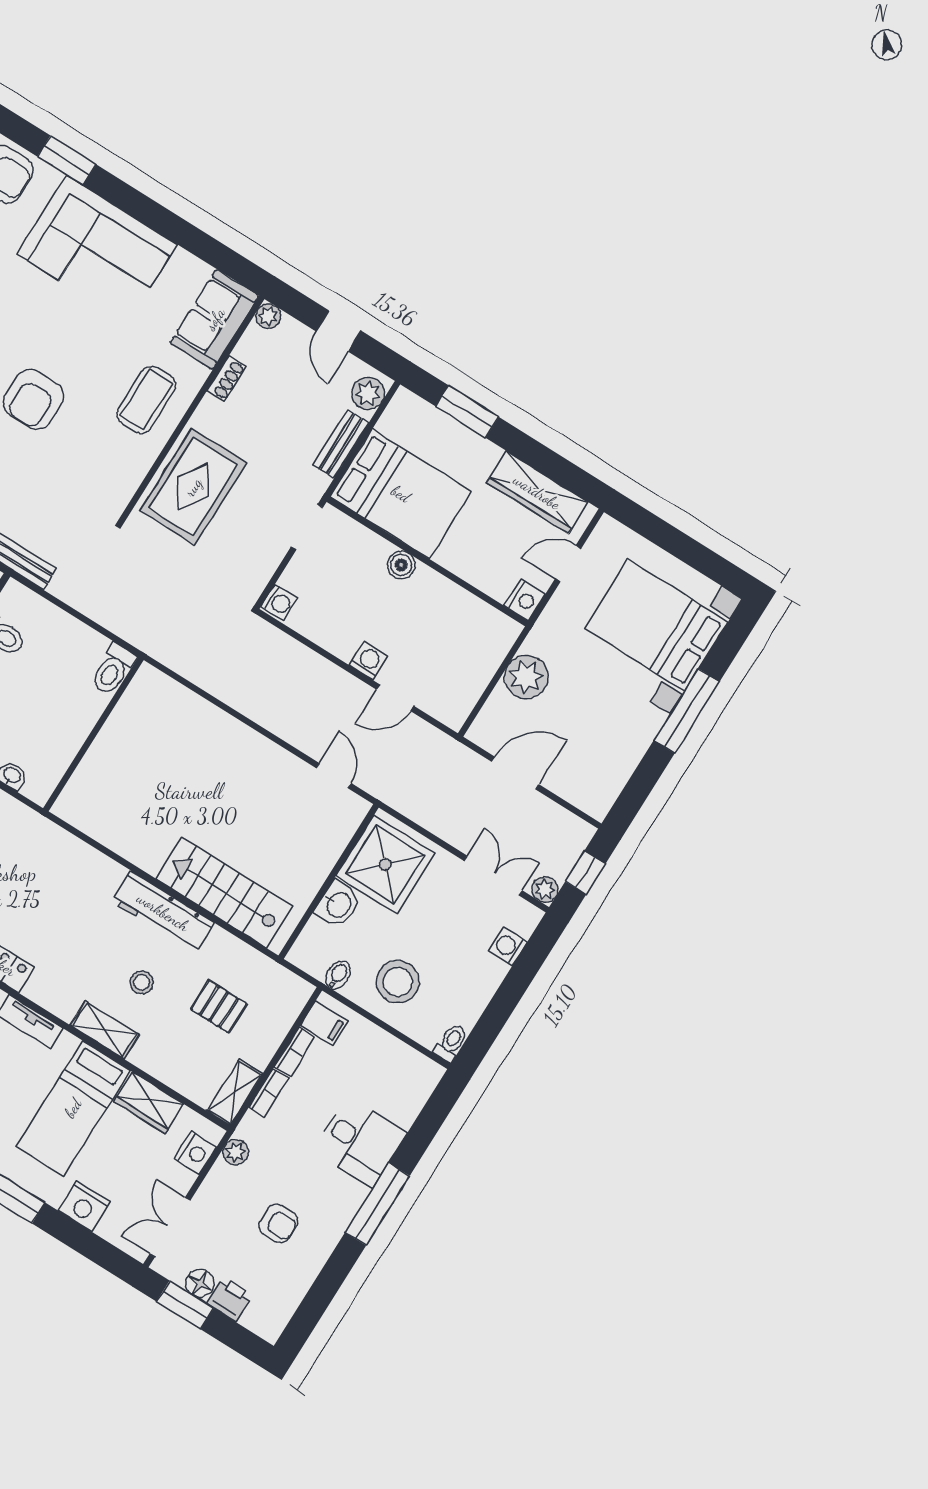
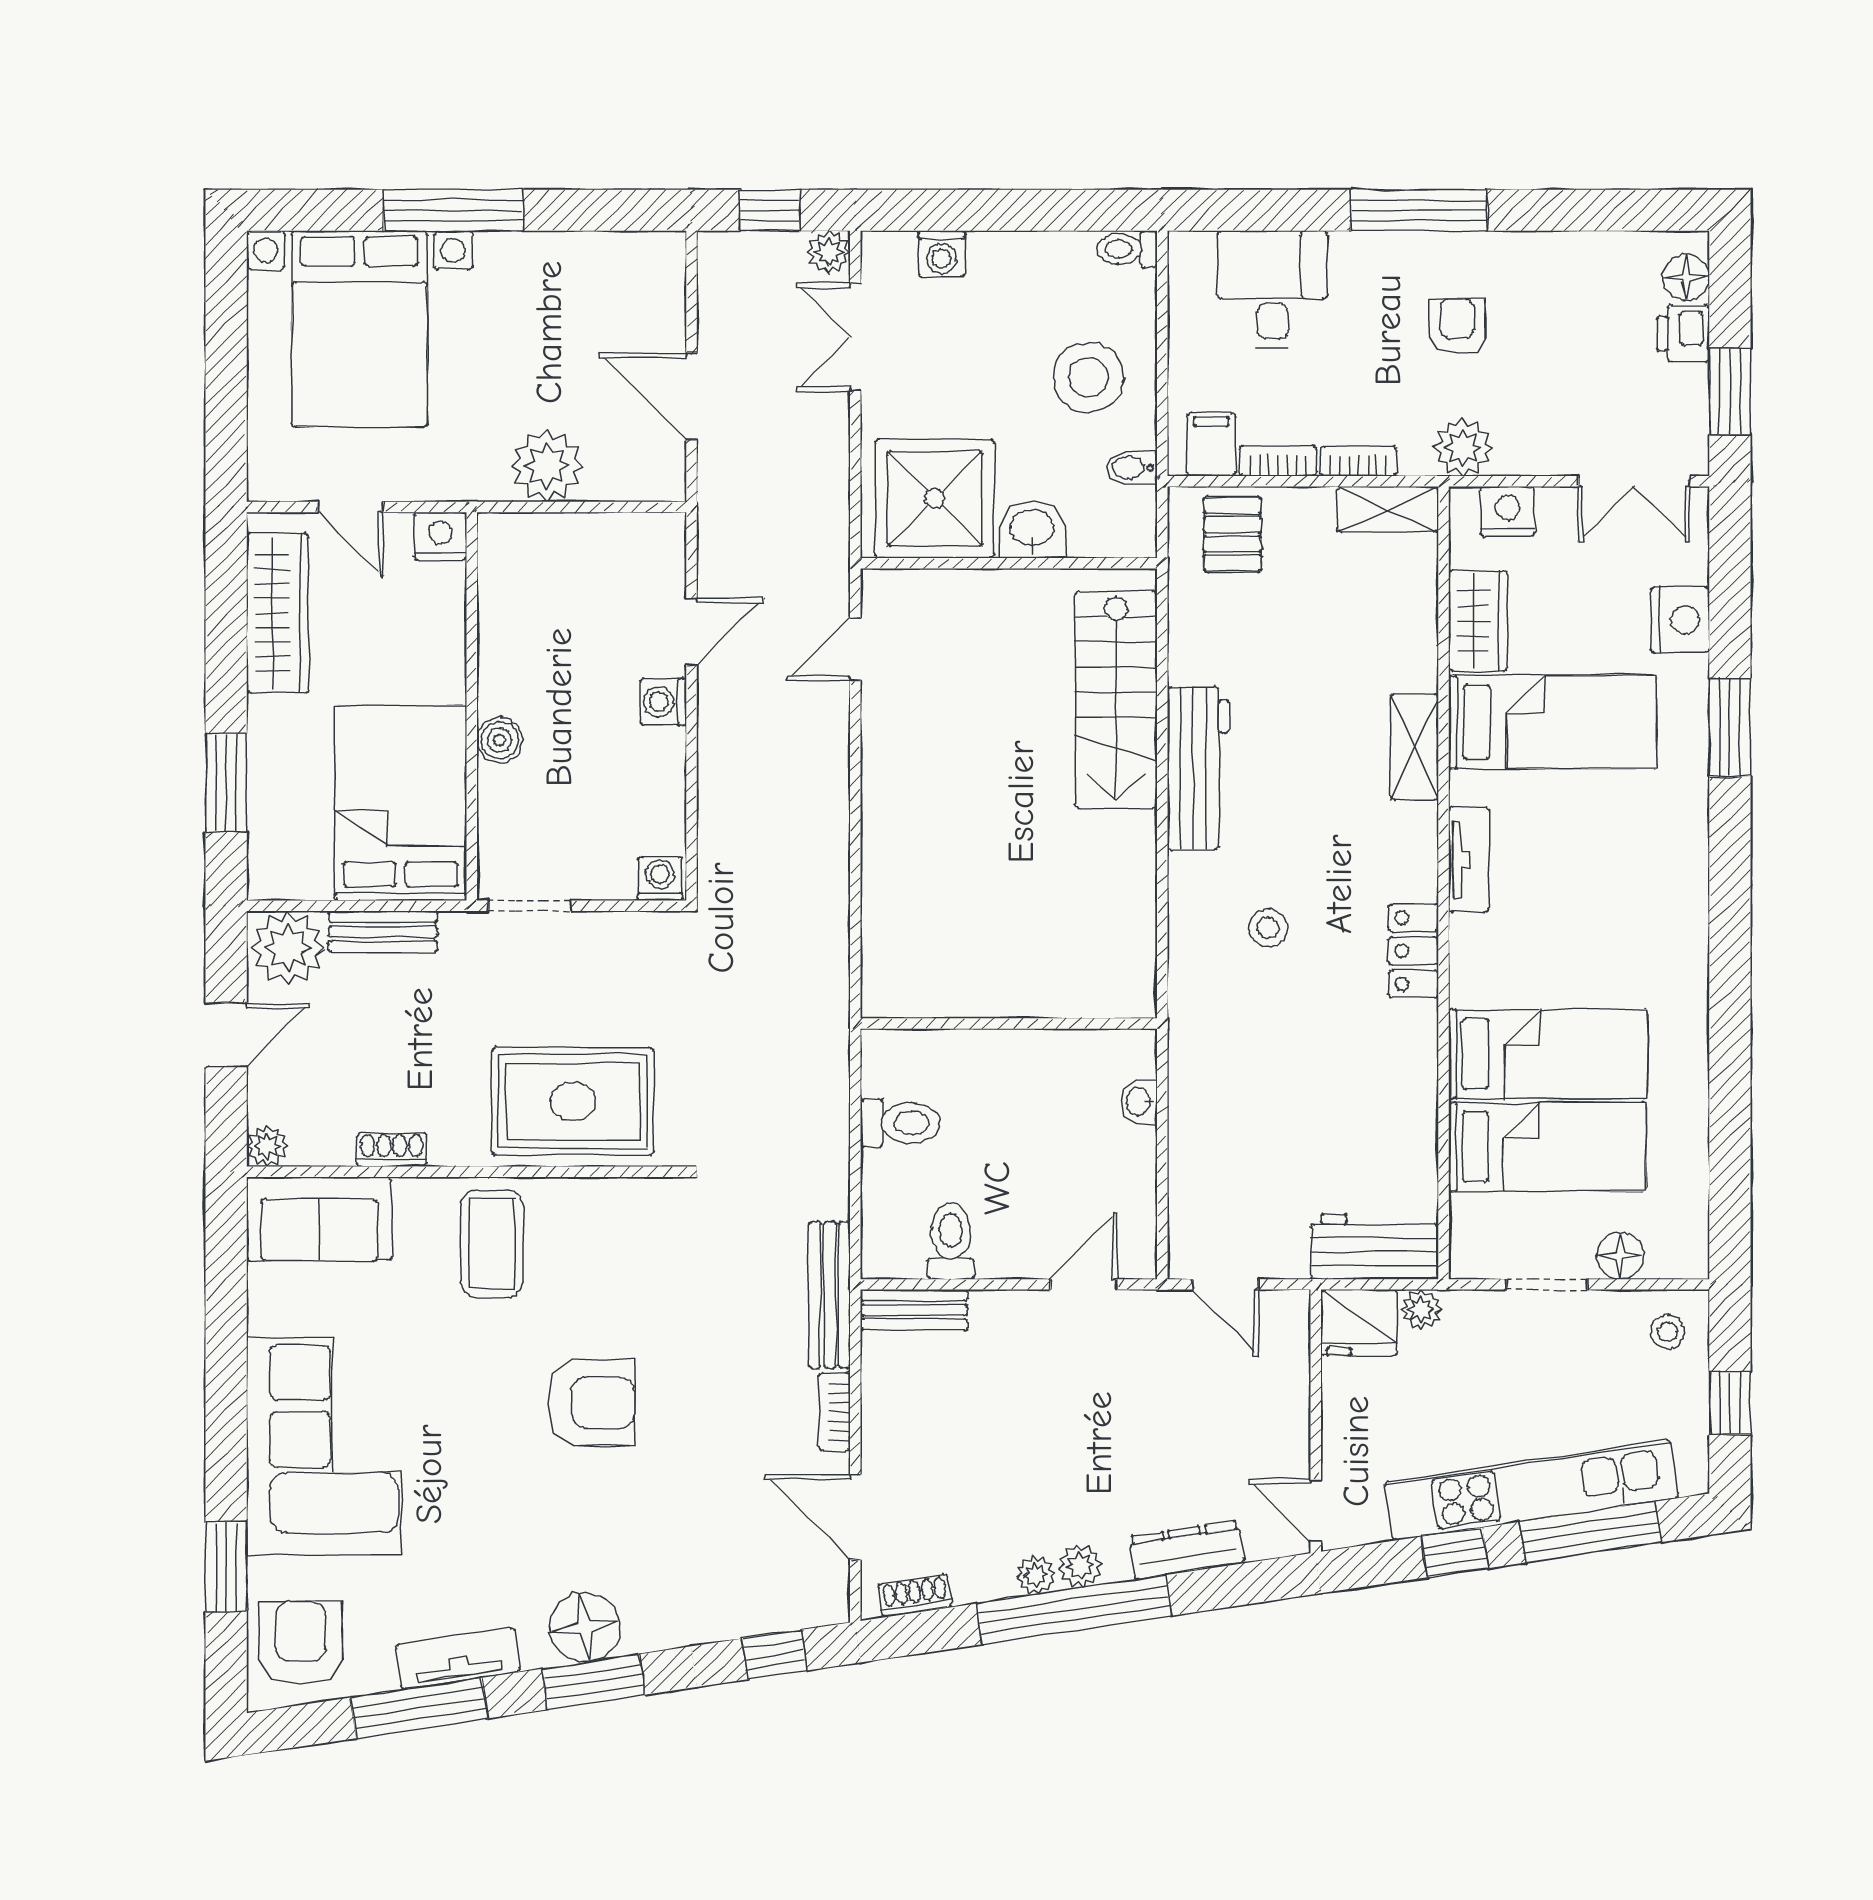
plant: (368, 393) -> (288, 948), width x1.36, depth x1.36
coffee table: (146, 400) -> (492, 1244), turned 90
toilet: (113, 669) -> (900, 1123), moved
door: (395, 698) -> (692, 632), hinge flipped
stool: (142, 982) -> (1268, 928), moved
pallet: (219, 1006) -> (1232, 534), moved
desk: (360, 1142) -> (1272, 289), moved
plant: (236, 1152) -> (1463, 447), width x1.38, depth x1.38
armchair: (278, 1223) -> (1457, 327), moved
floor lamp: (200, 1283) -> (1686, 277), moved

